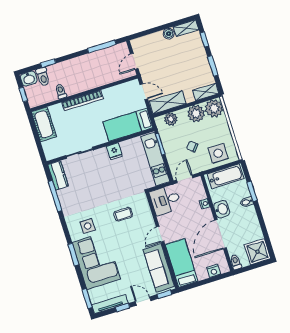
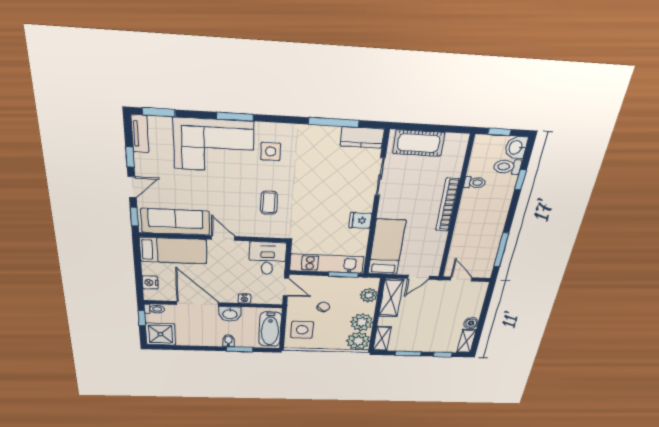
cot: (44, 124) -> (419, 143), moved
window: (247, 268) -> (142, 318), added
tv unit: (110, 304) -> (140, 134), width x0.71

